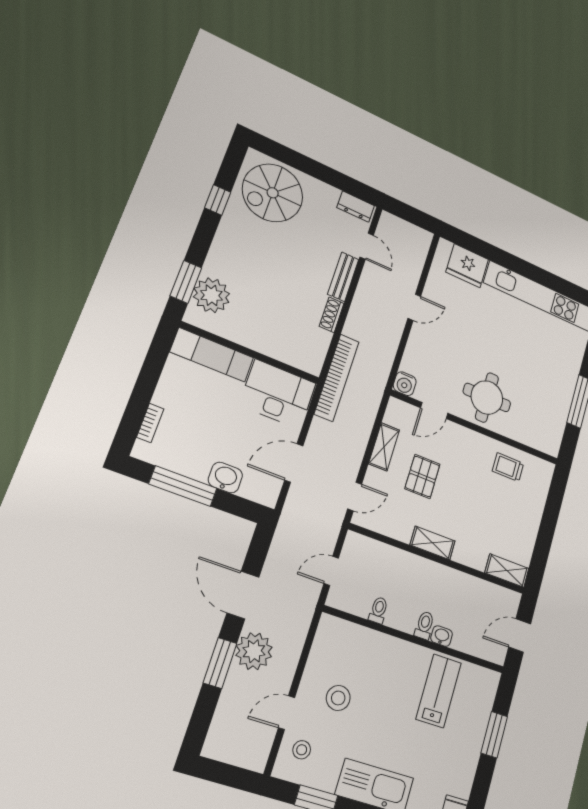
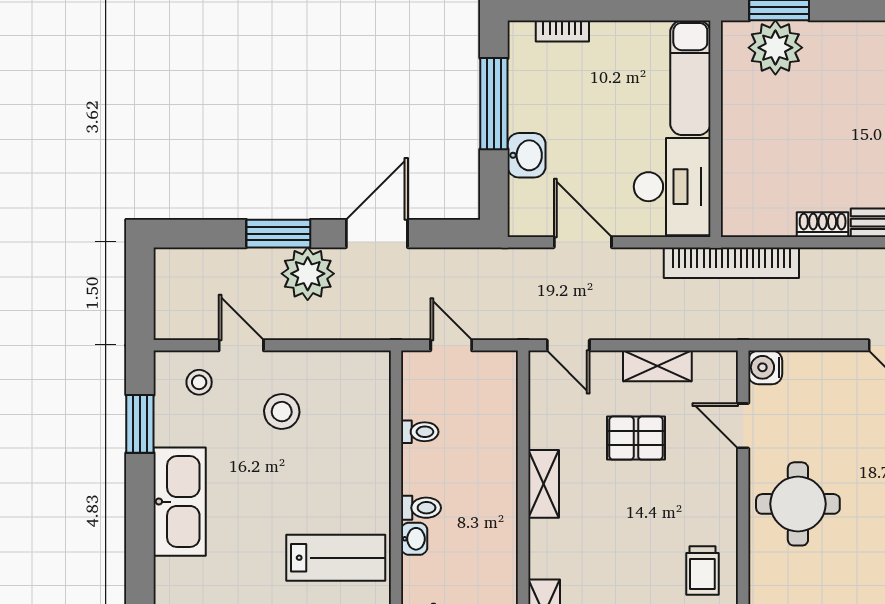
trolley: (508, 467) -> (702, 571), turned 180

